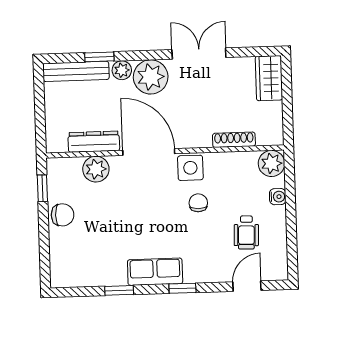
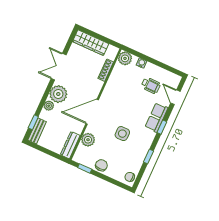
window: (99, 57) -> (33, 122), moved
bench: (76, 71) -> (37, 131), width x0.73
wardrobe: (269, 78) -> (91, 43), width x1.50
dresser: (94, 142) -> (70, 145), moved
side table: (190, 168) -> (122, 134), moved
chair: (198, 203) -> (130, 177), moved
row of seats: (155, 272) -> (156, 117), moved

